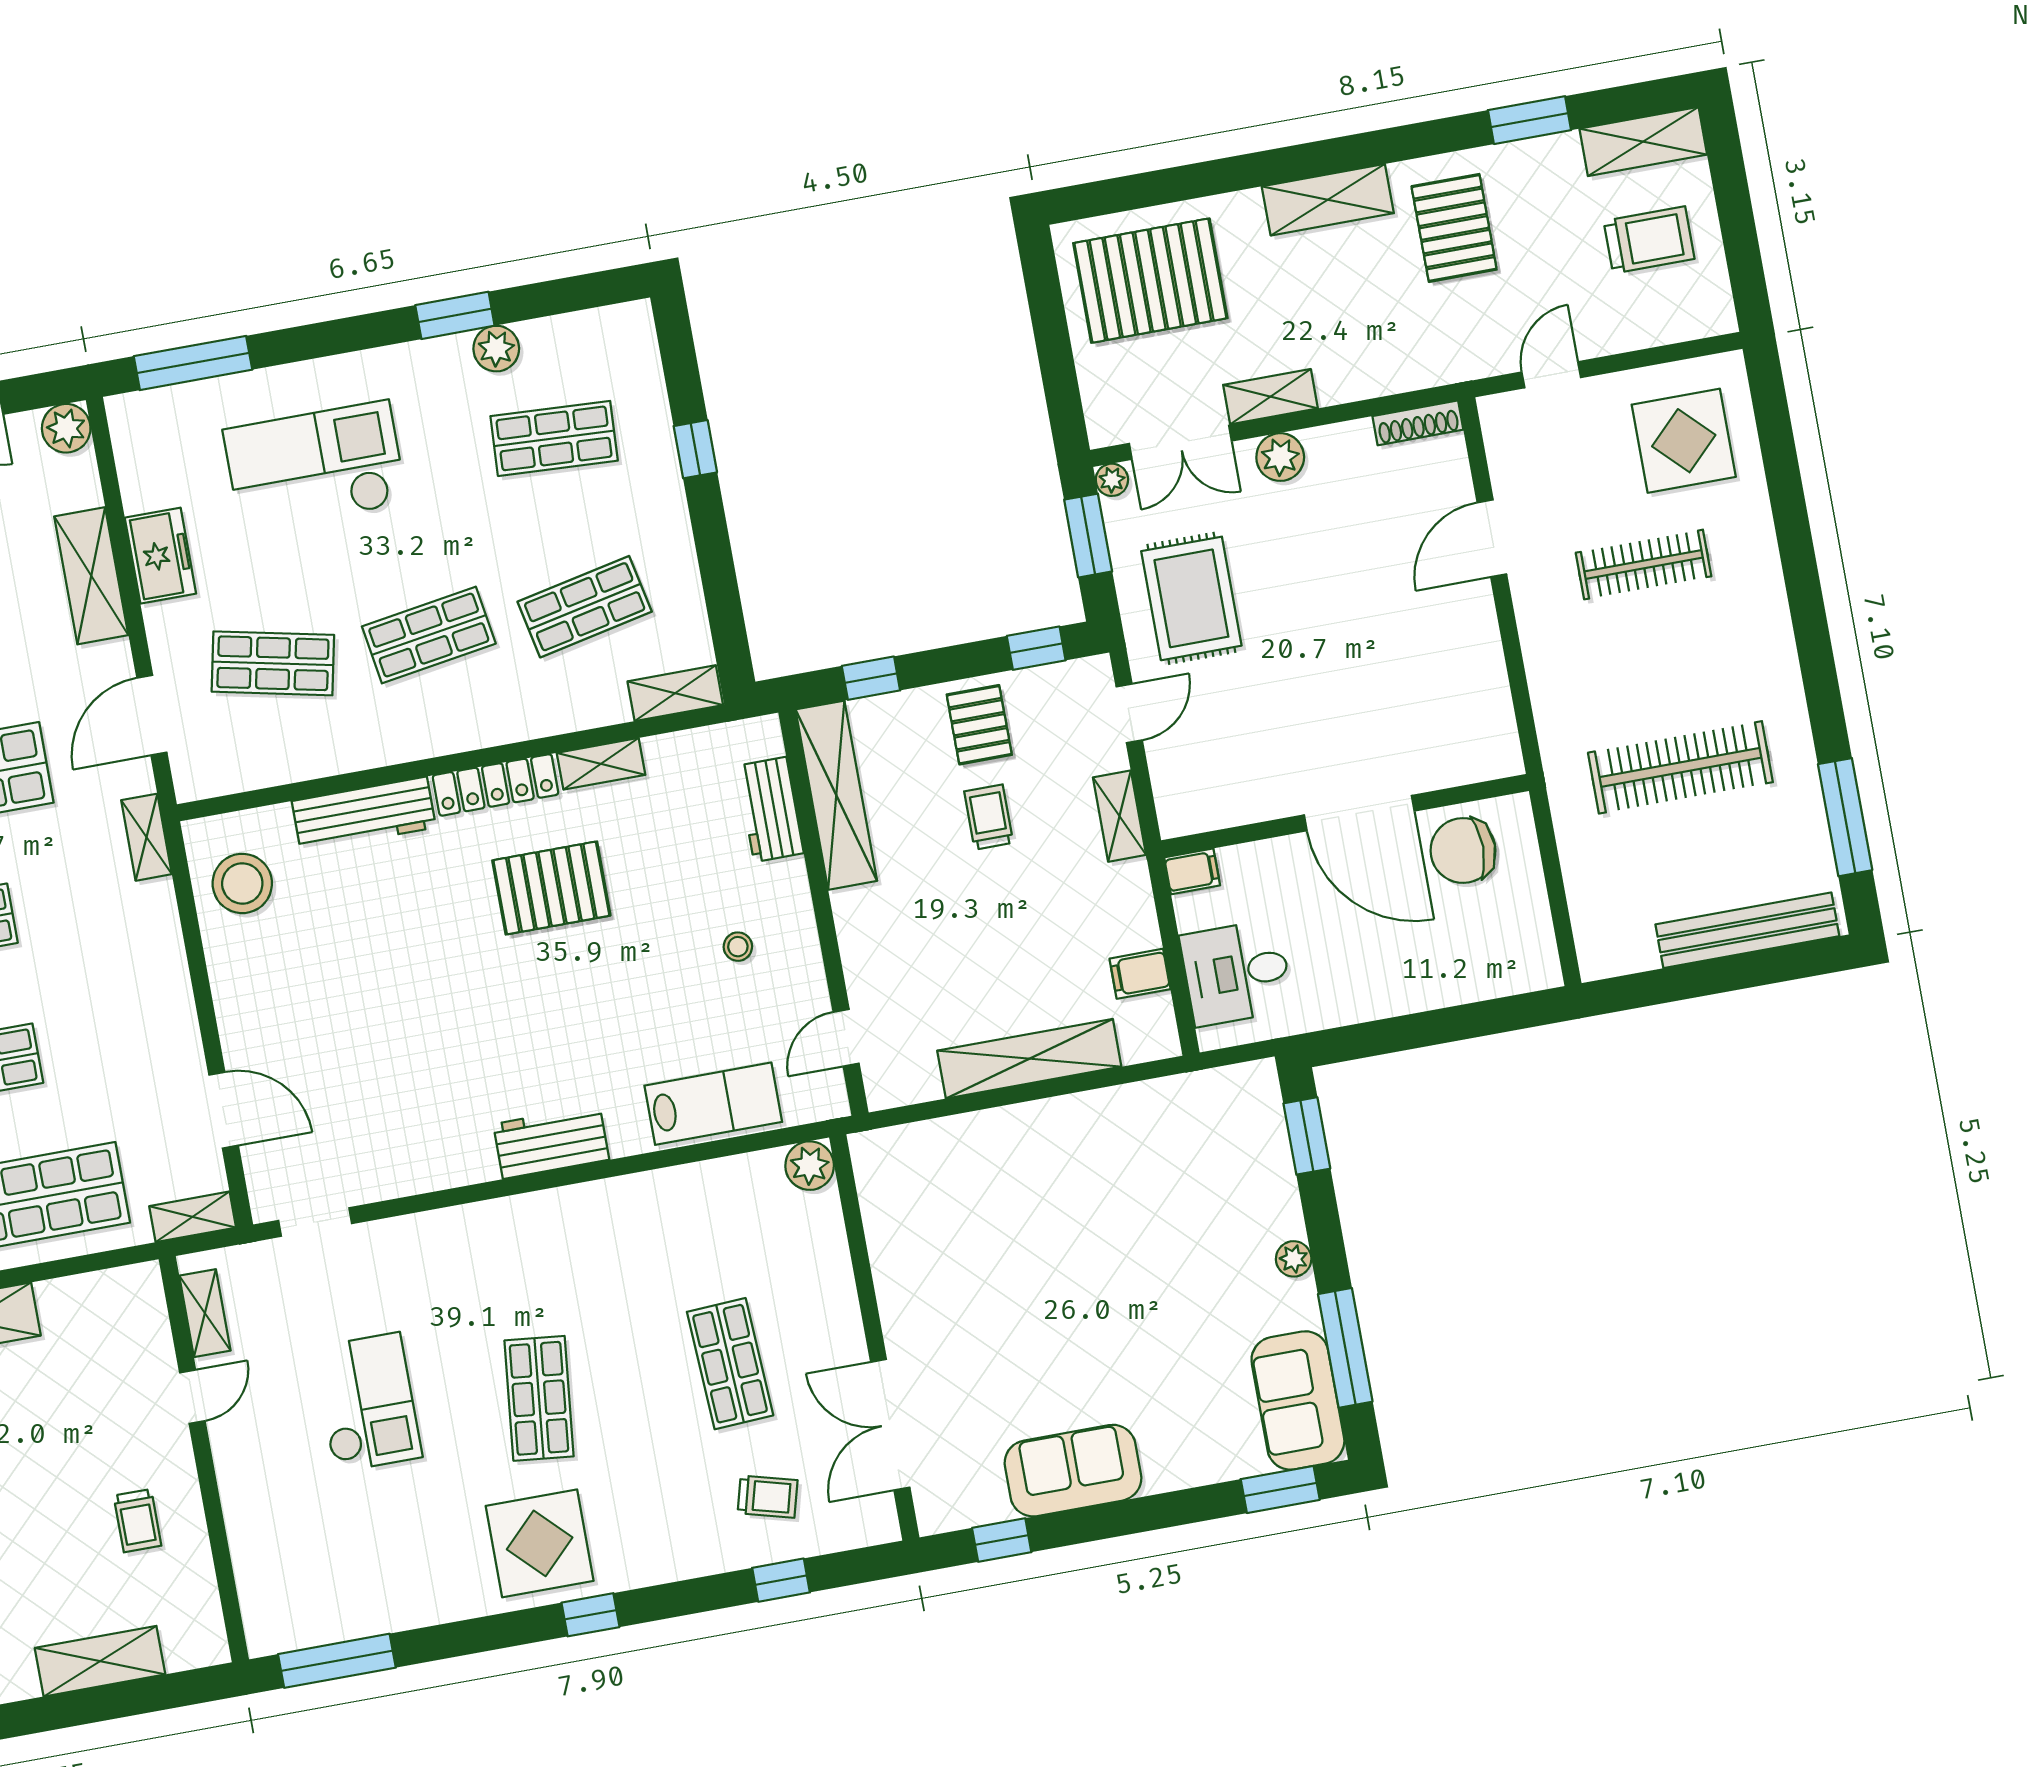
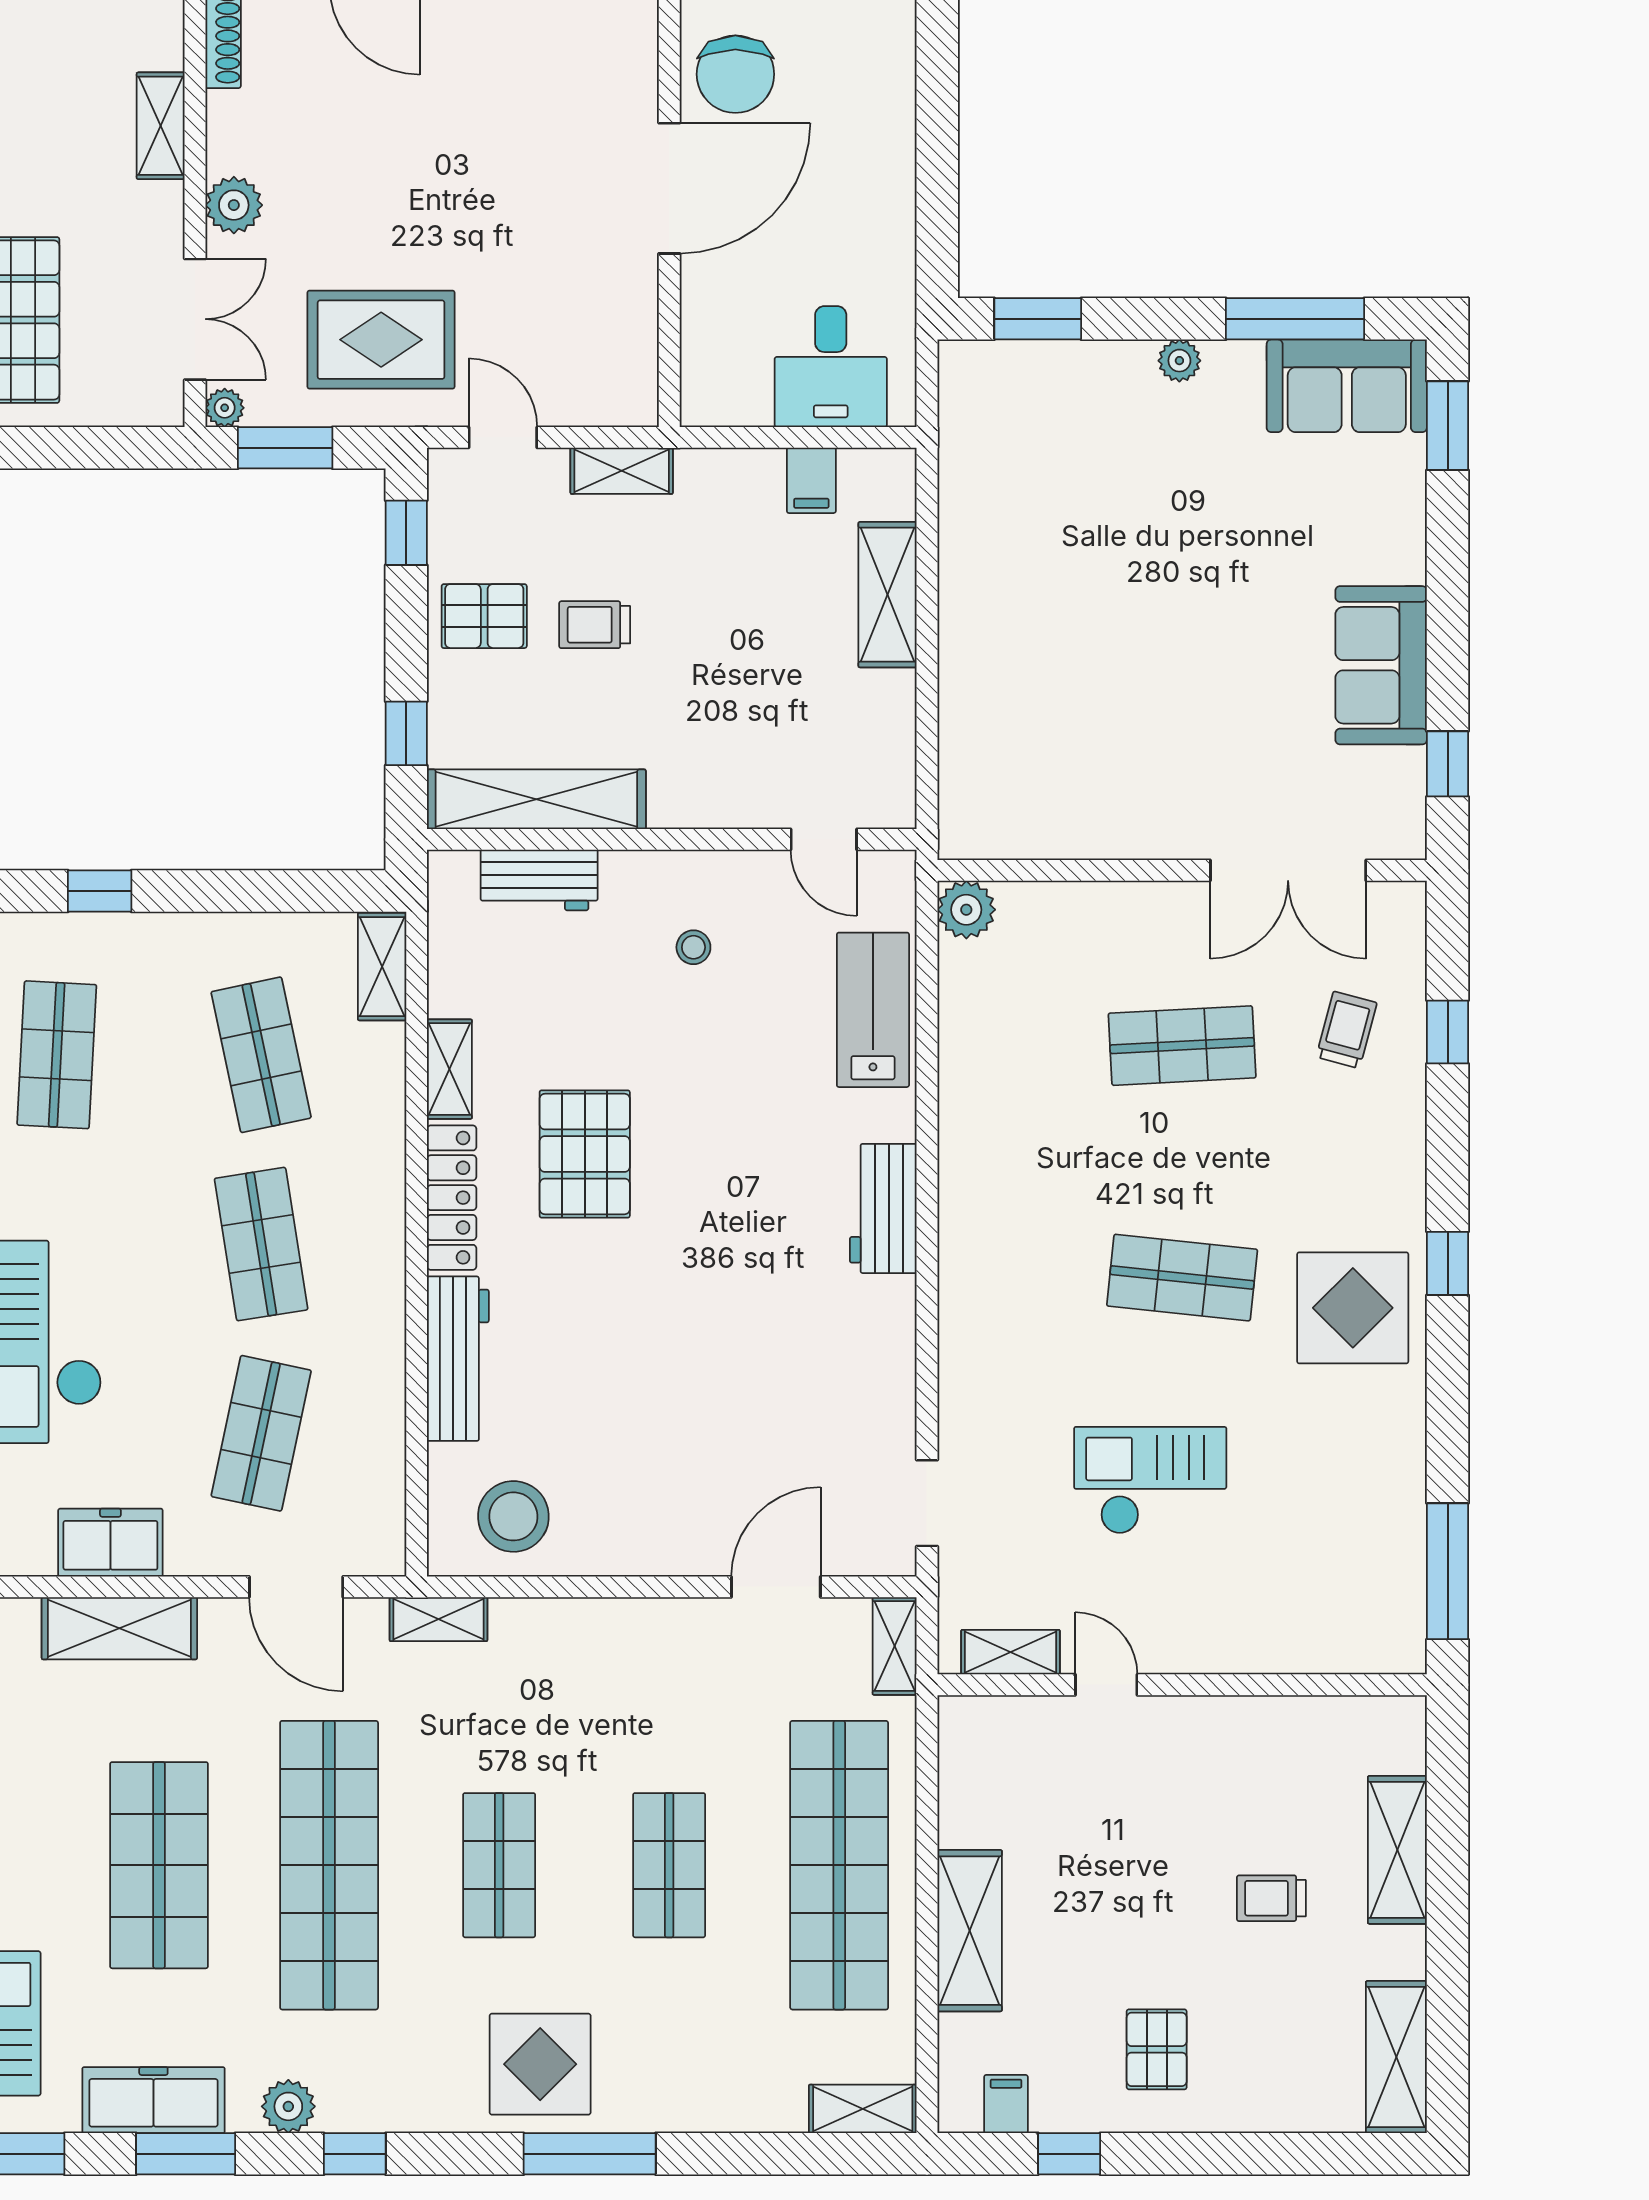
shelving: (1271, 397) -> (161, 126), moved
filing cabinet: (1192, 871) -> (702, 397), removed
shelving: (1029, 1059) -> (888, 595), width x0.68
trolley: (137, 1521) -> (1271, 1898), moved, turned 180

